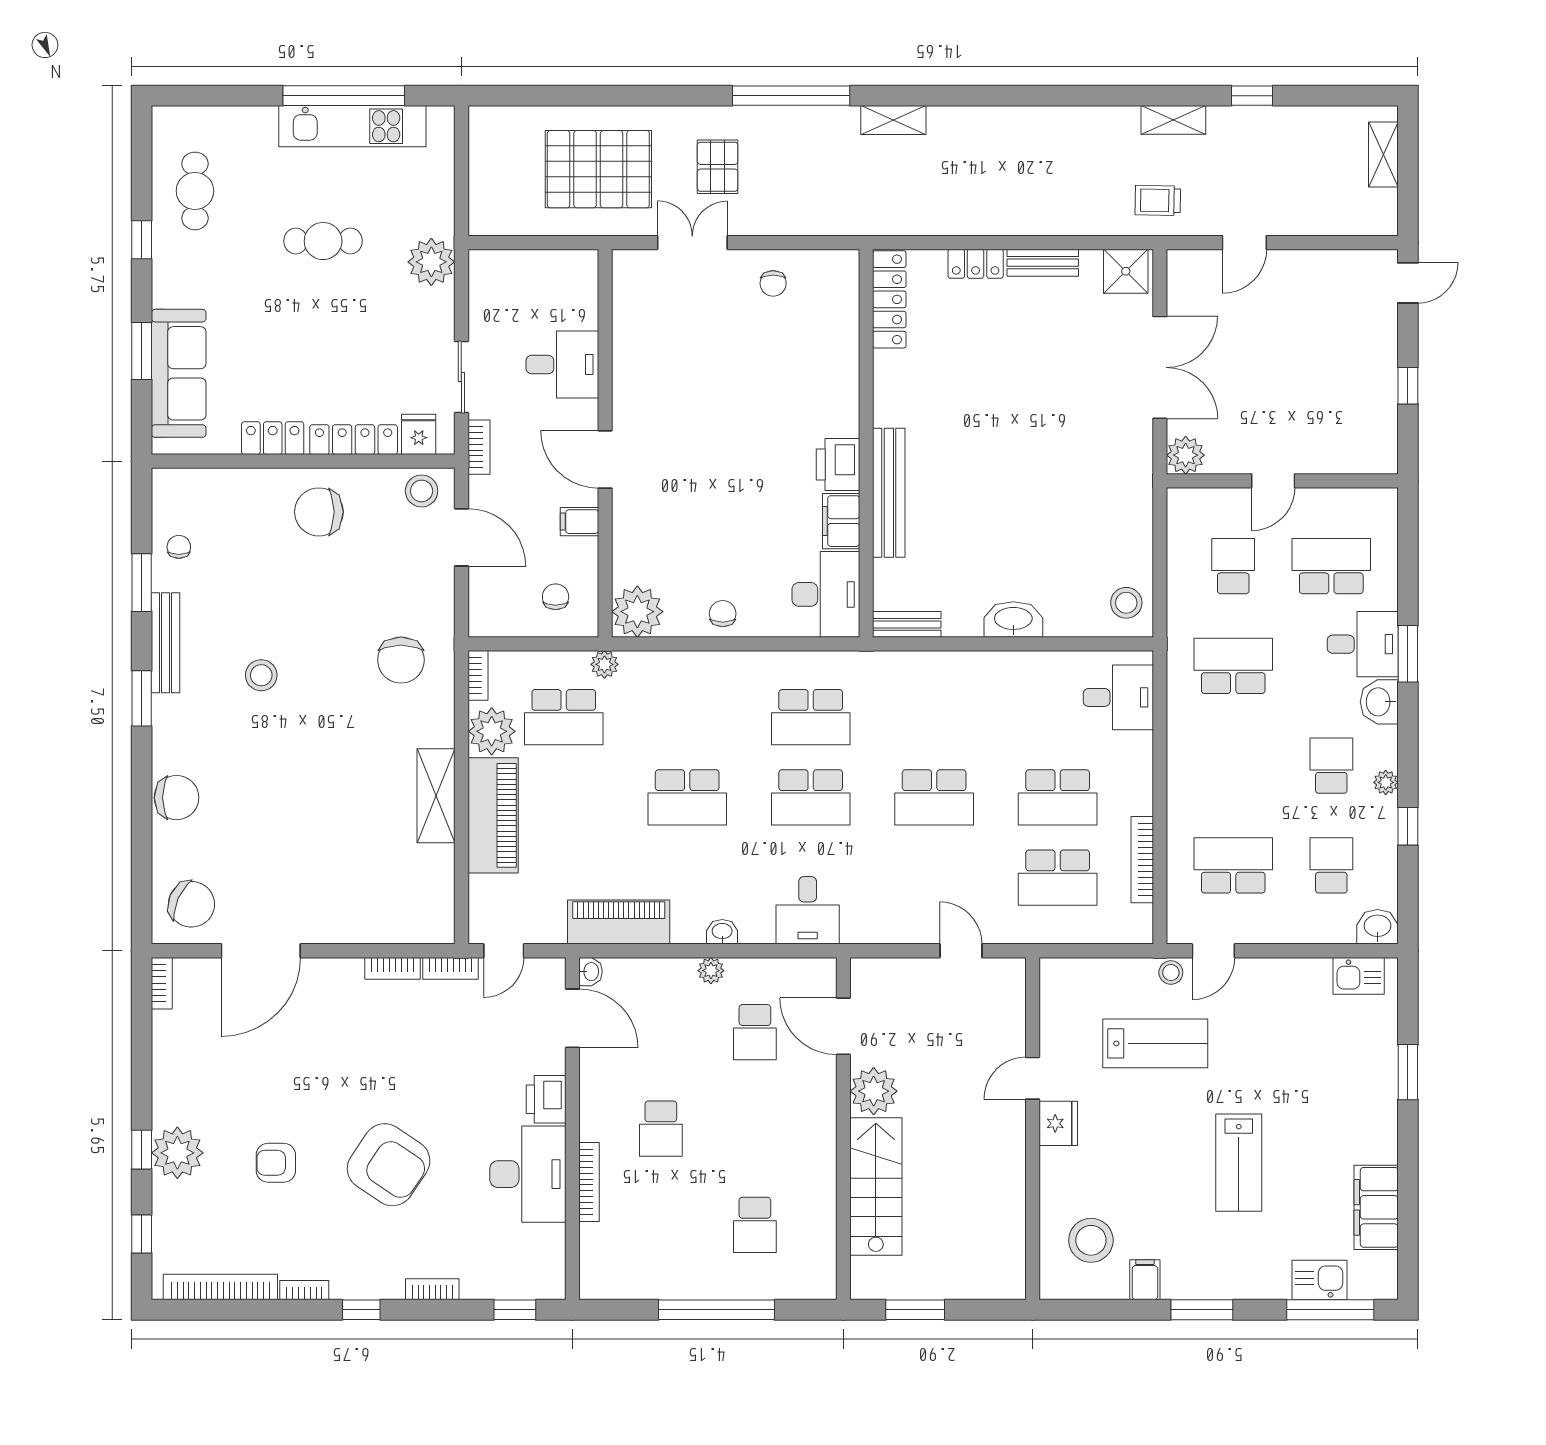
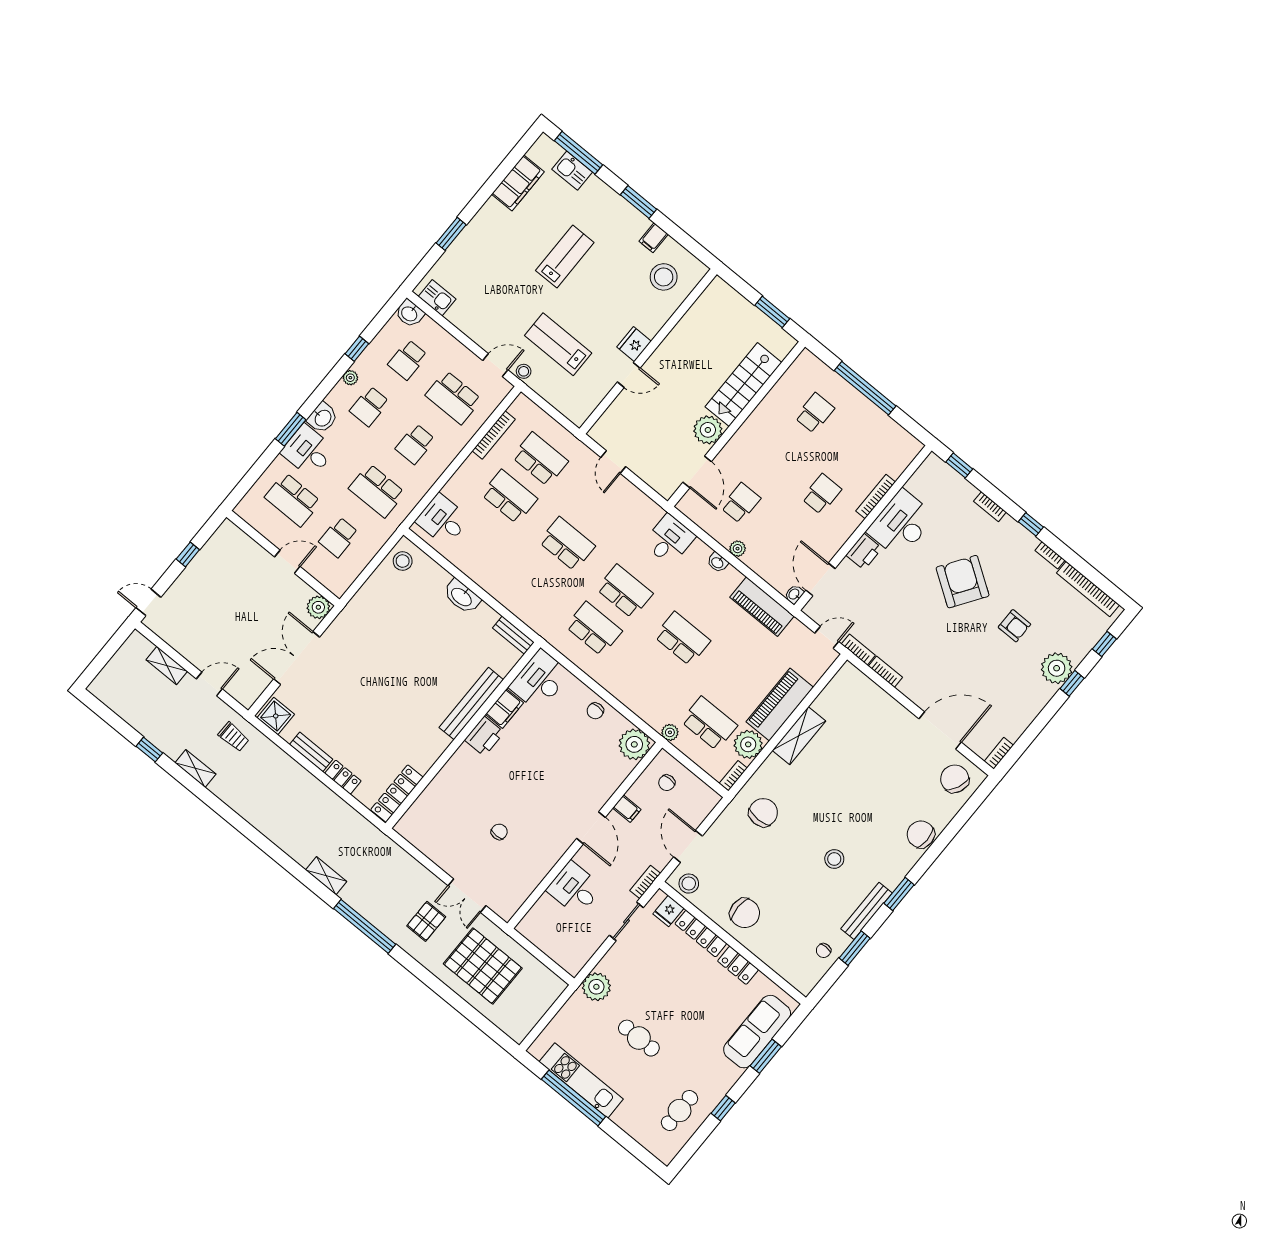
shelving: (1383, 154) -> (167, 666), moved, turned 90
chair: (773, 283) -> (499, 832), moved
school desk: (1233, 766) -> (415, 444), added

